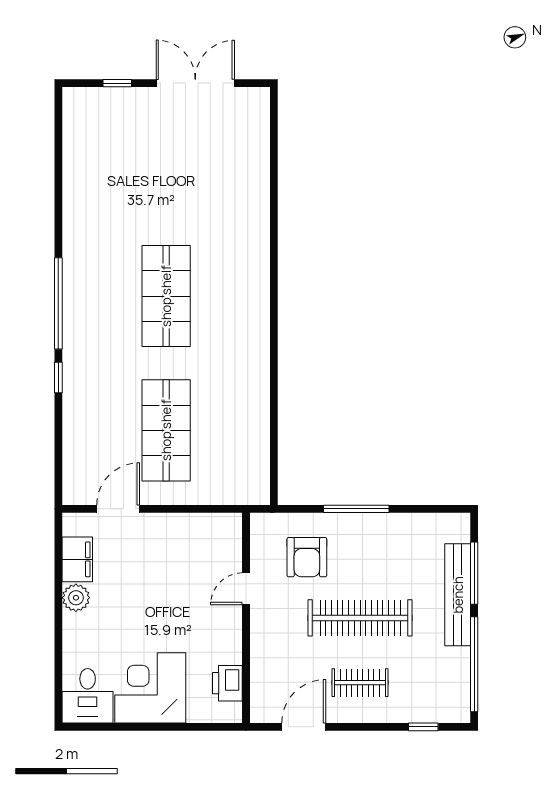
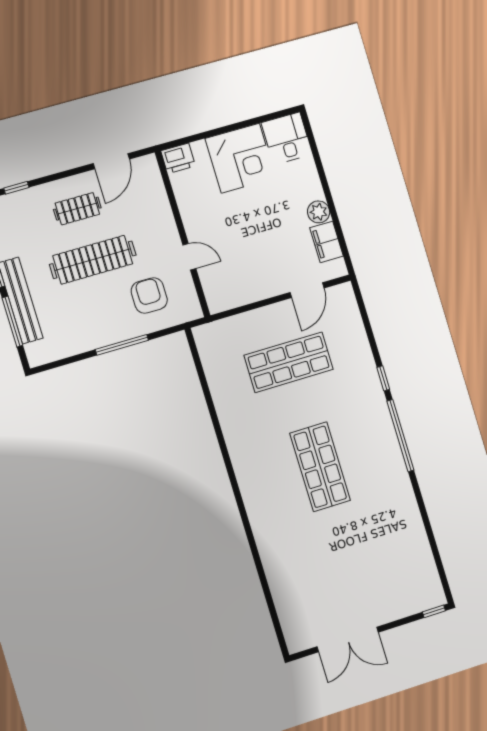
window: (117, 83) -> (434, 611), moved
shop shelf: (166, 430) -> (289, 362), turned 90
door: (246, 589) -> (189, 257), hinge flipped
printer: (227, 683) -> (178, 158), moved, turned 90

